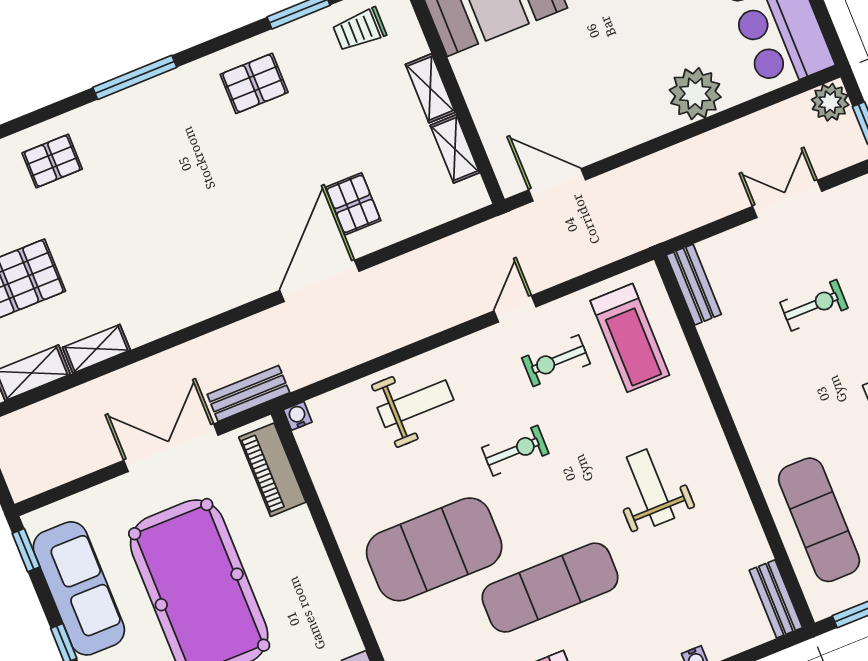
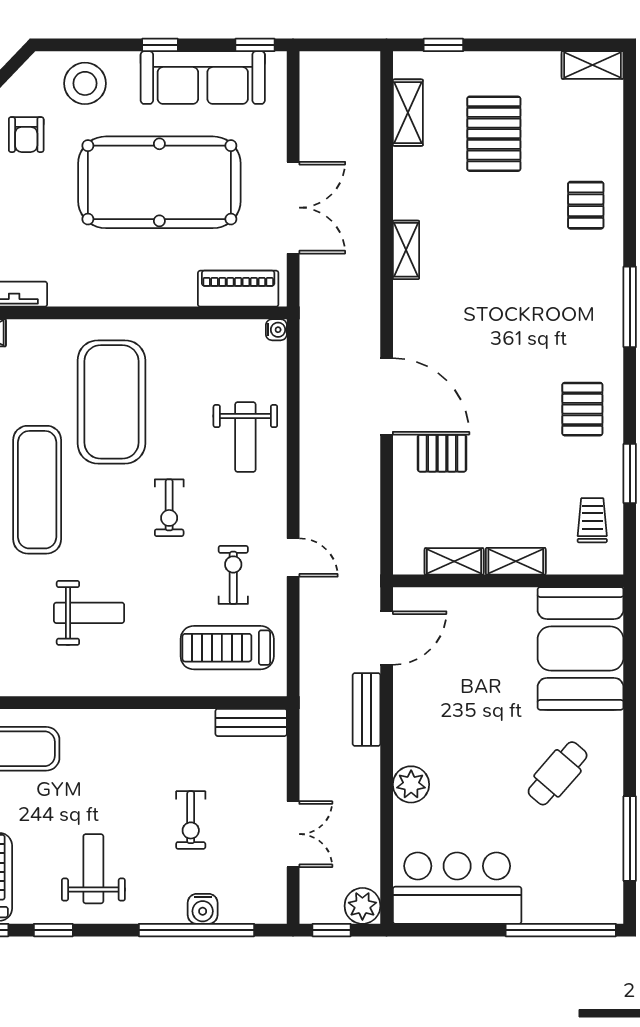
plant: (695, 94) -> (411, 784), width x0.73, depth x0.73
shelving: (96, 349) -> (406, 250), moved
bench: (248, 393) -> (366, 710), moved

